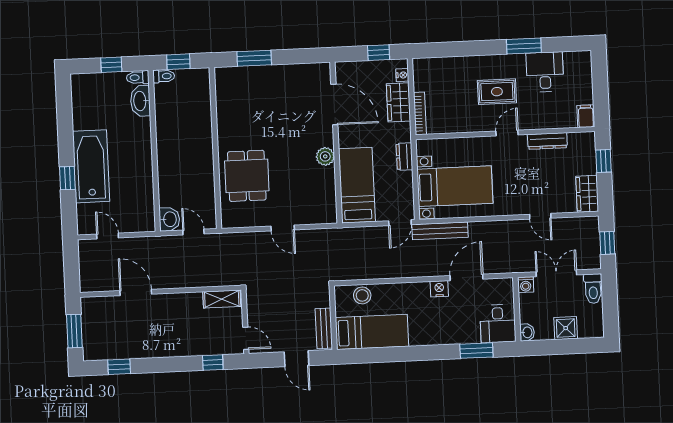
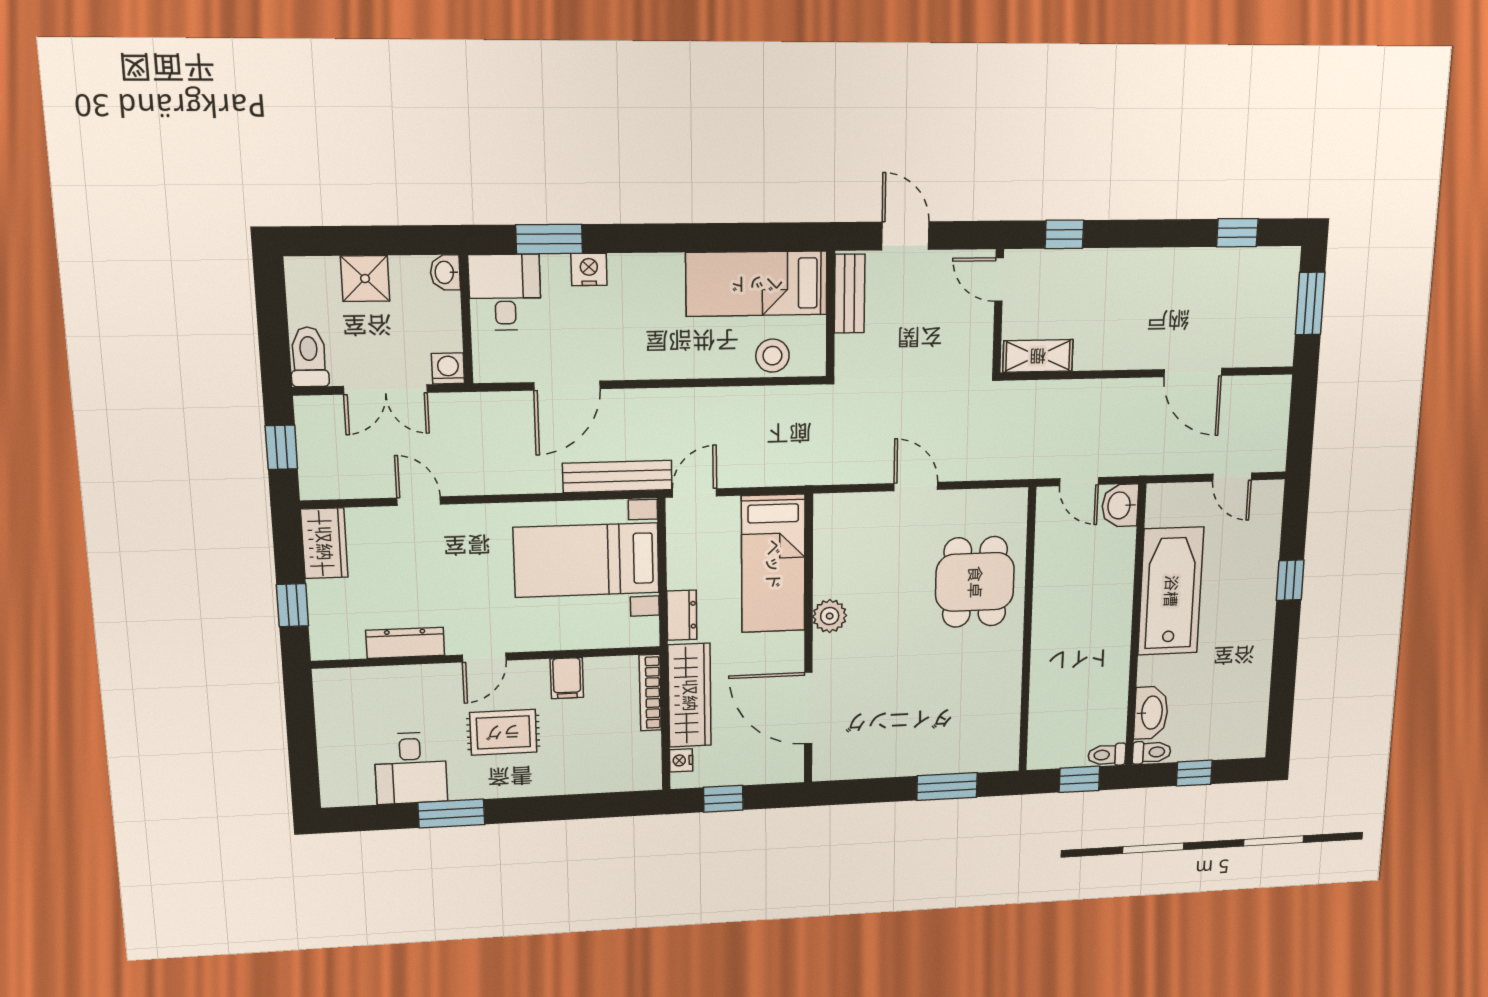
wardrobe: (398, 102) -> (690, 695), width x1.50
filing cabinet: (586, 116) -> (567, 678), moved
bathtub: (91, 166) -> (1171, 591), moved, turned 180
nightstand: (439, 289) -> (589, 269), moved, turned 180

